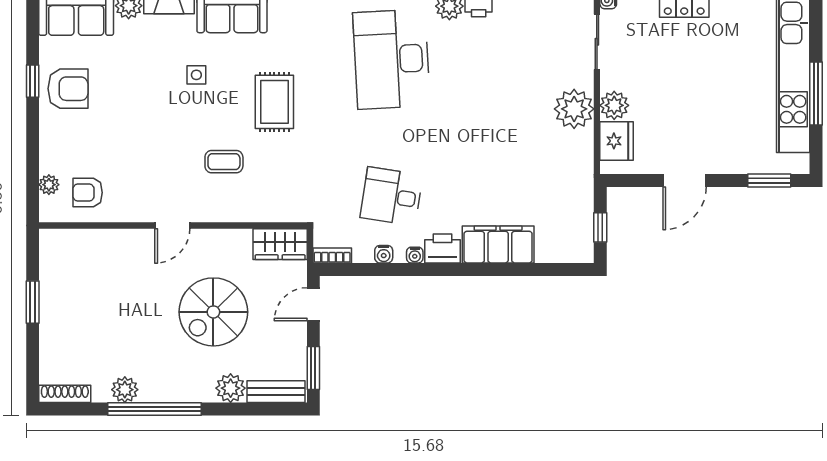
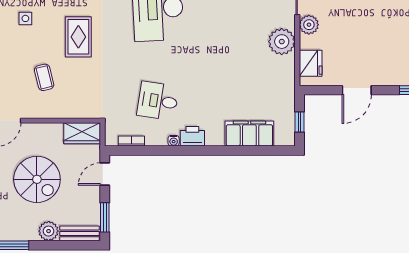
plant: (614, 105) -> (309, 25), moved
coffee table: (224, 162) -> (44, 77), turned 76
filing cabinet: (498, 245) -> (249, 134), moved
water cooler: (384, 254) -> (152, 140), removed
bookcase: (332, 255) -> (131, 141), moved
spiral stairs: (213, 312) -> (37, 179), turned -90

